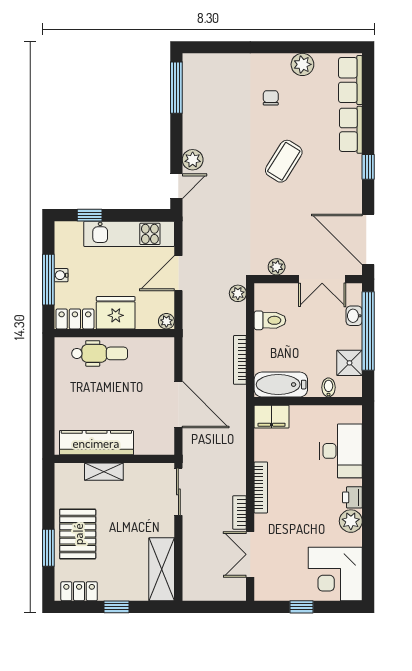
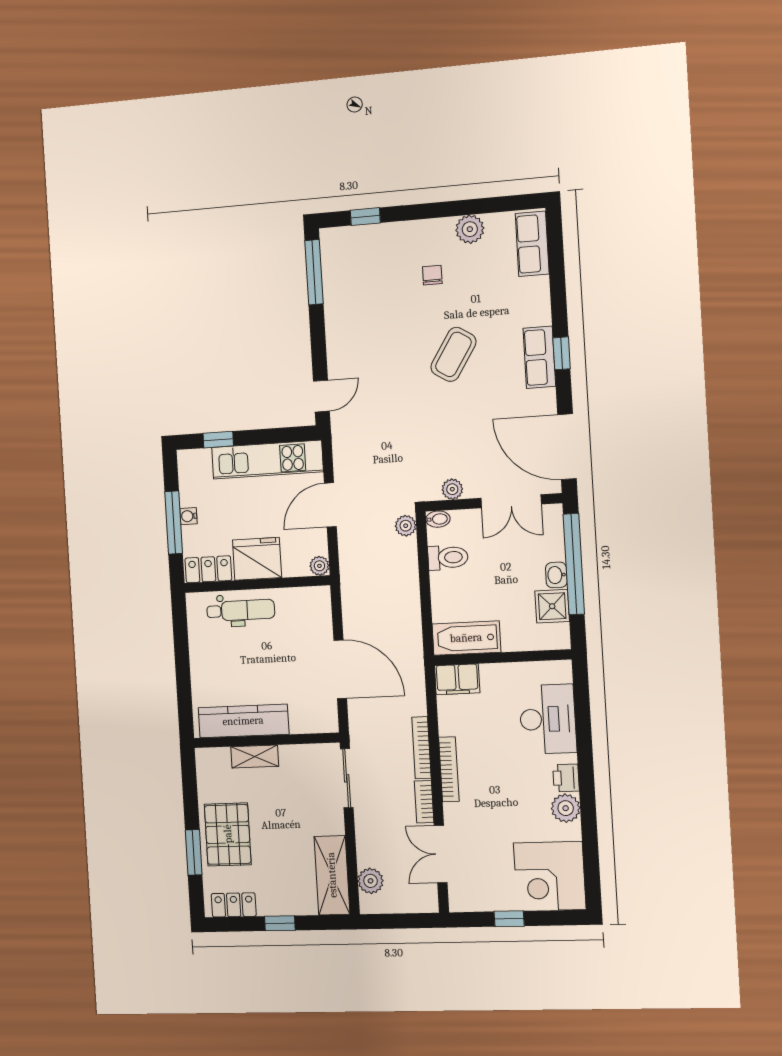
window: (220, 47) -> (365, 217), added
row of seats: (351, 130) -> (539, 357), moved
plant: (193, 160) -> (371, 881), moved
washbasin: (354, 316) -> (556, 575), moved
bookcase: (240, 360) -> (421, 748), moved
bidet: (328, 387) -> (438, 519), moved, turned 90

